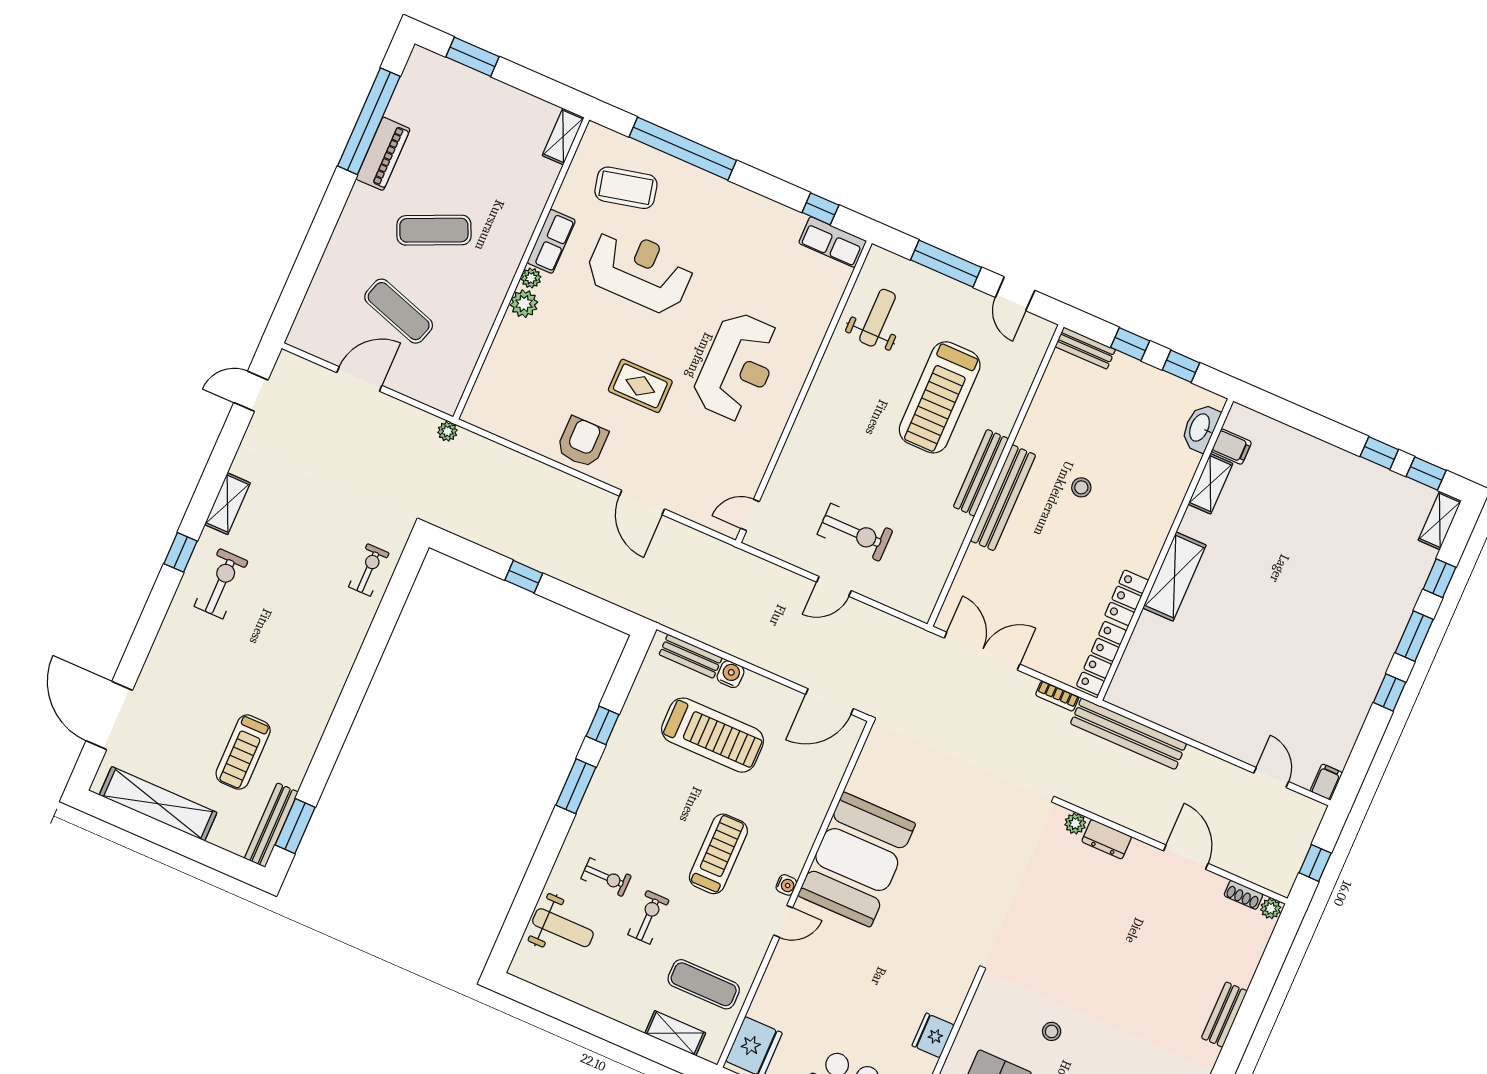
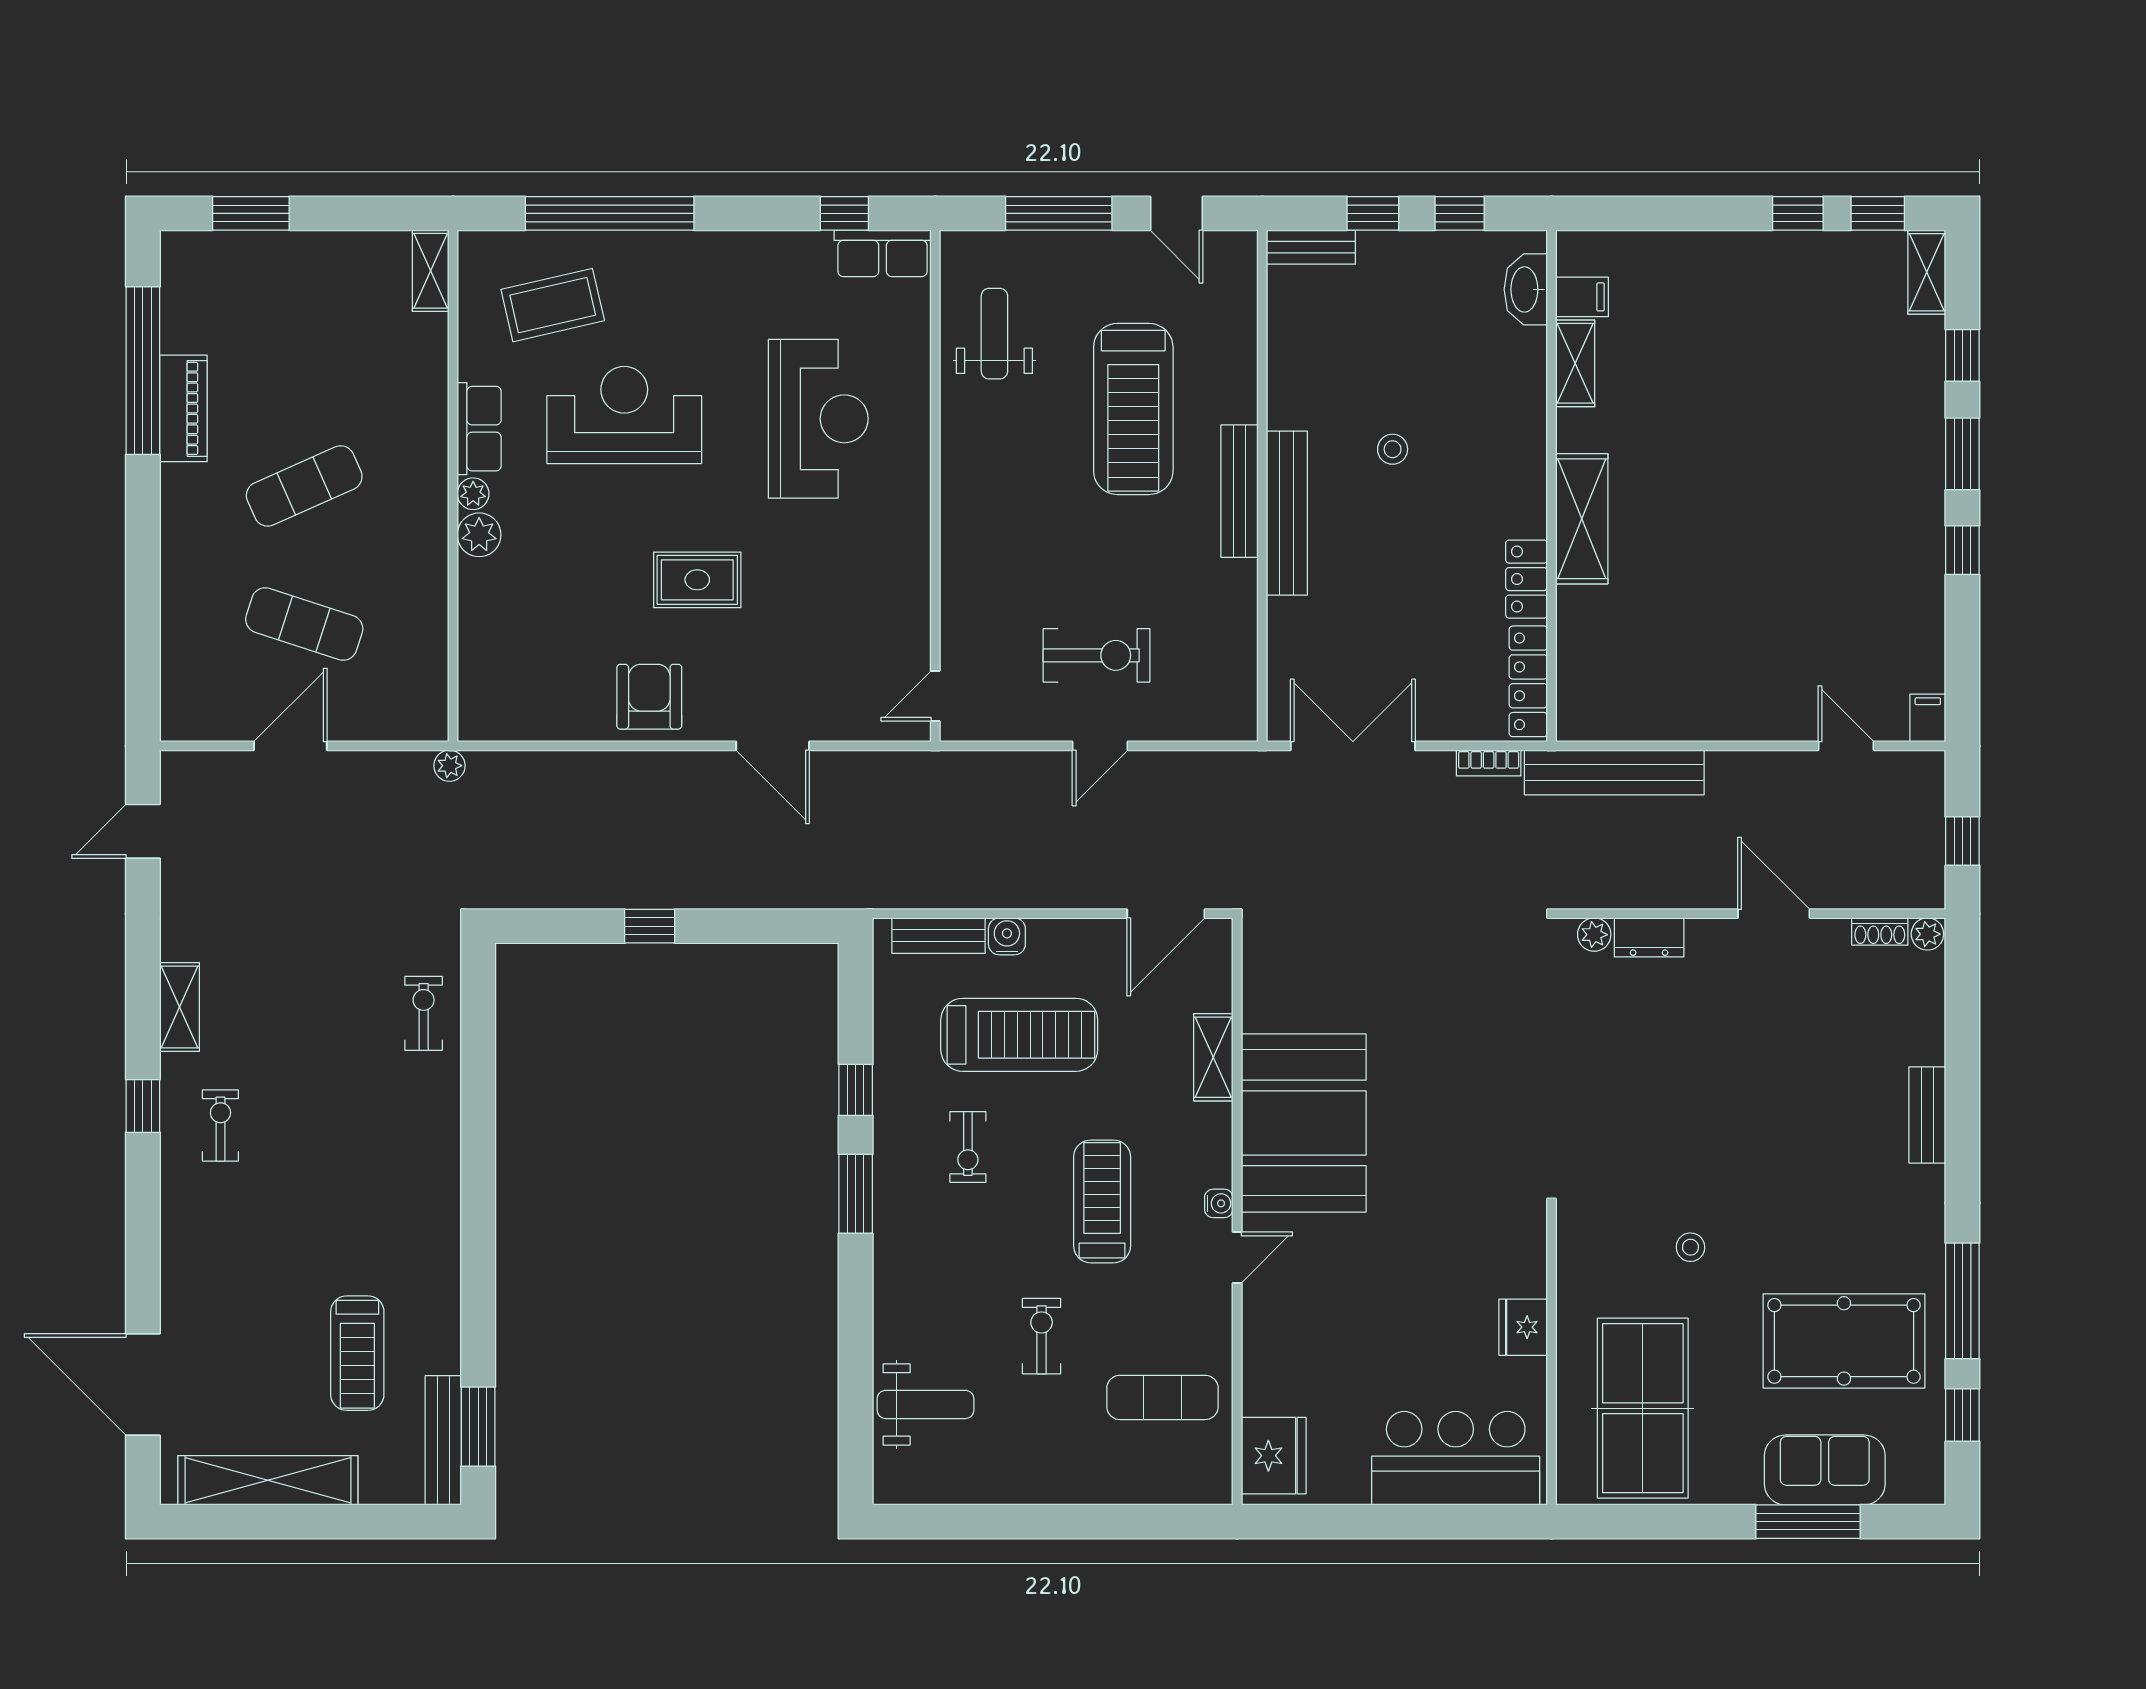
reception desk: (738, 367) -> (818, 419), moved
exercise bike: (221, 584) -> (220, 1126), width x0.73, depth x0.72
exercise bike: (606, 877) -> (968, 1147), moved, turned 90
shelving: (675, 1033) -> (1213, 1057), moved, turned 90

